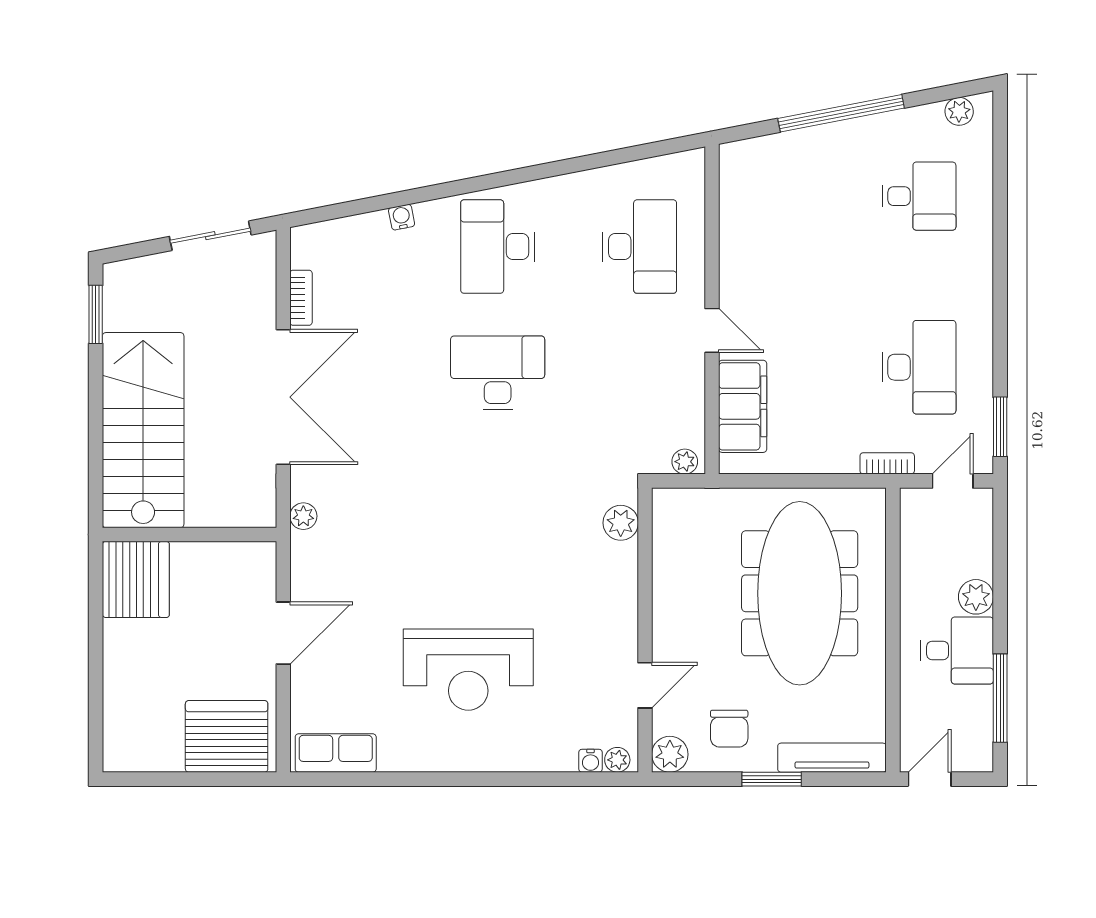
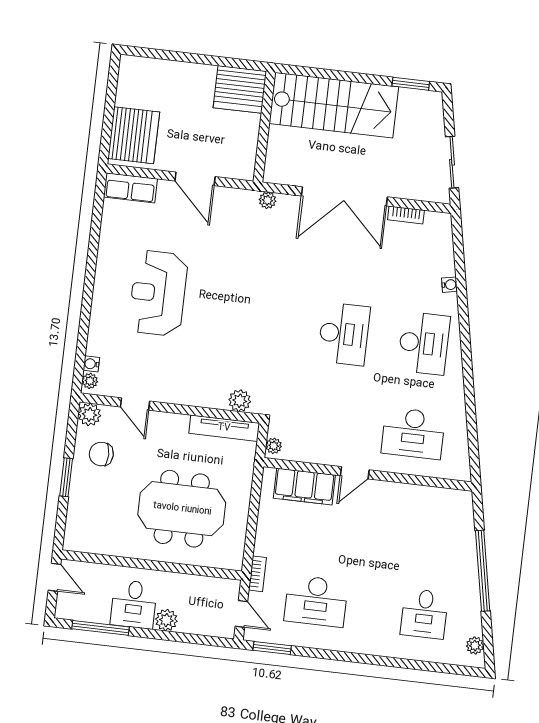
desk: (498, 247) -> (424, 343), turned 90
meeting table: (800, 593) -> (182, 509), width x0.73
row of seats: (336, 753) -> (130, 188), moved, turned 90
tv unit: (832, 758) -> (224, 428), moved, turned 90

